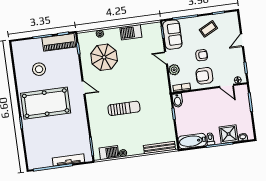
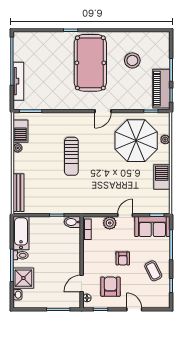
parasol: (104, 57) -> (136, 141), width x1.36, depth x1.36
armchair: (204, 76) -> (110, 287), moved

